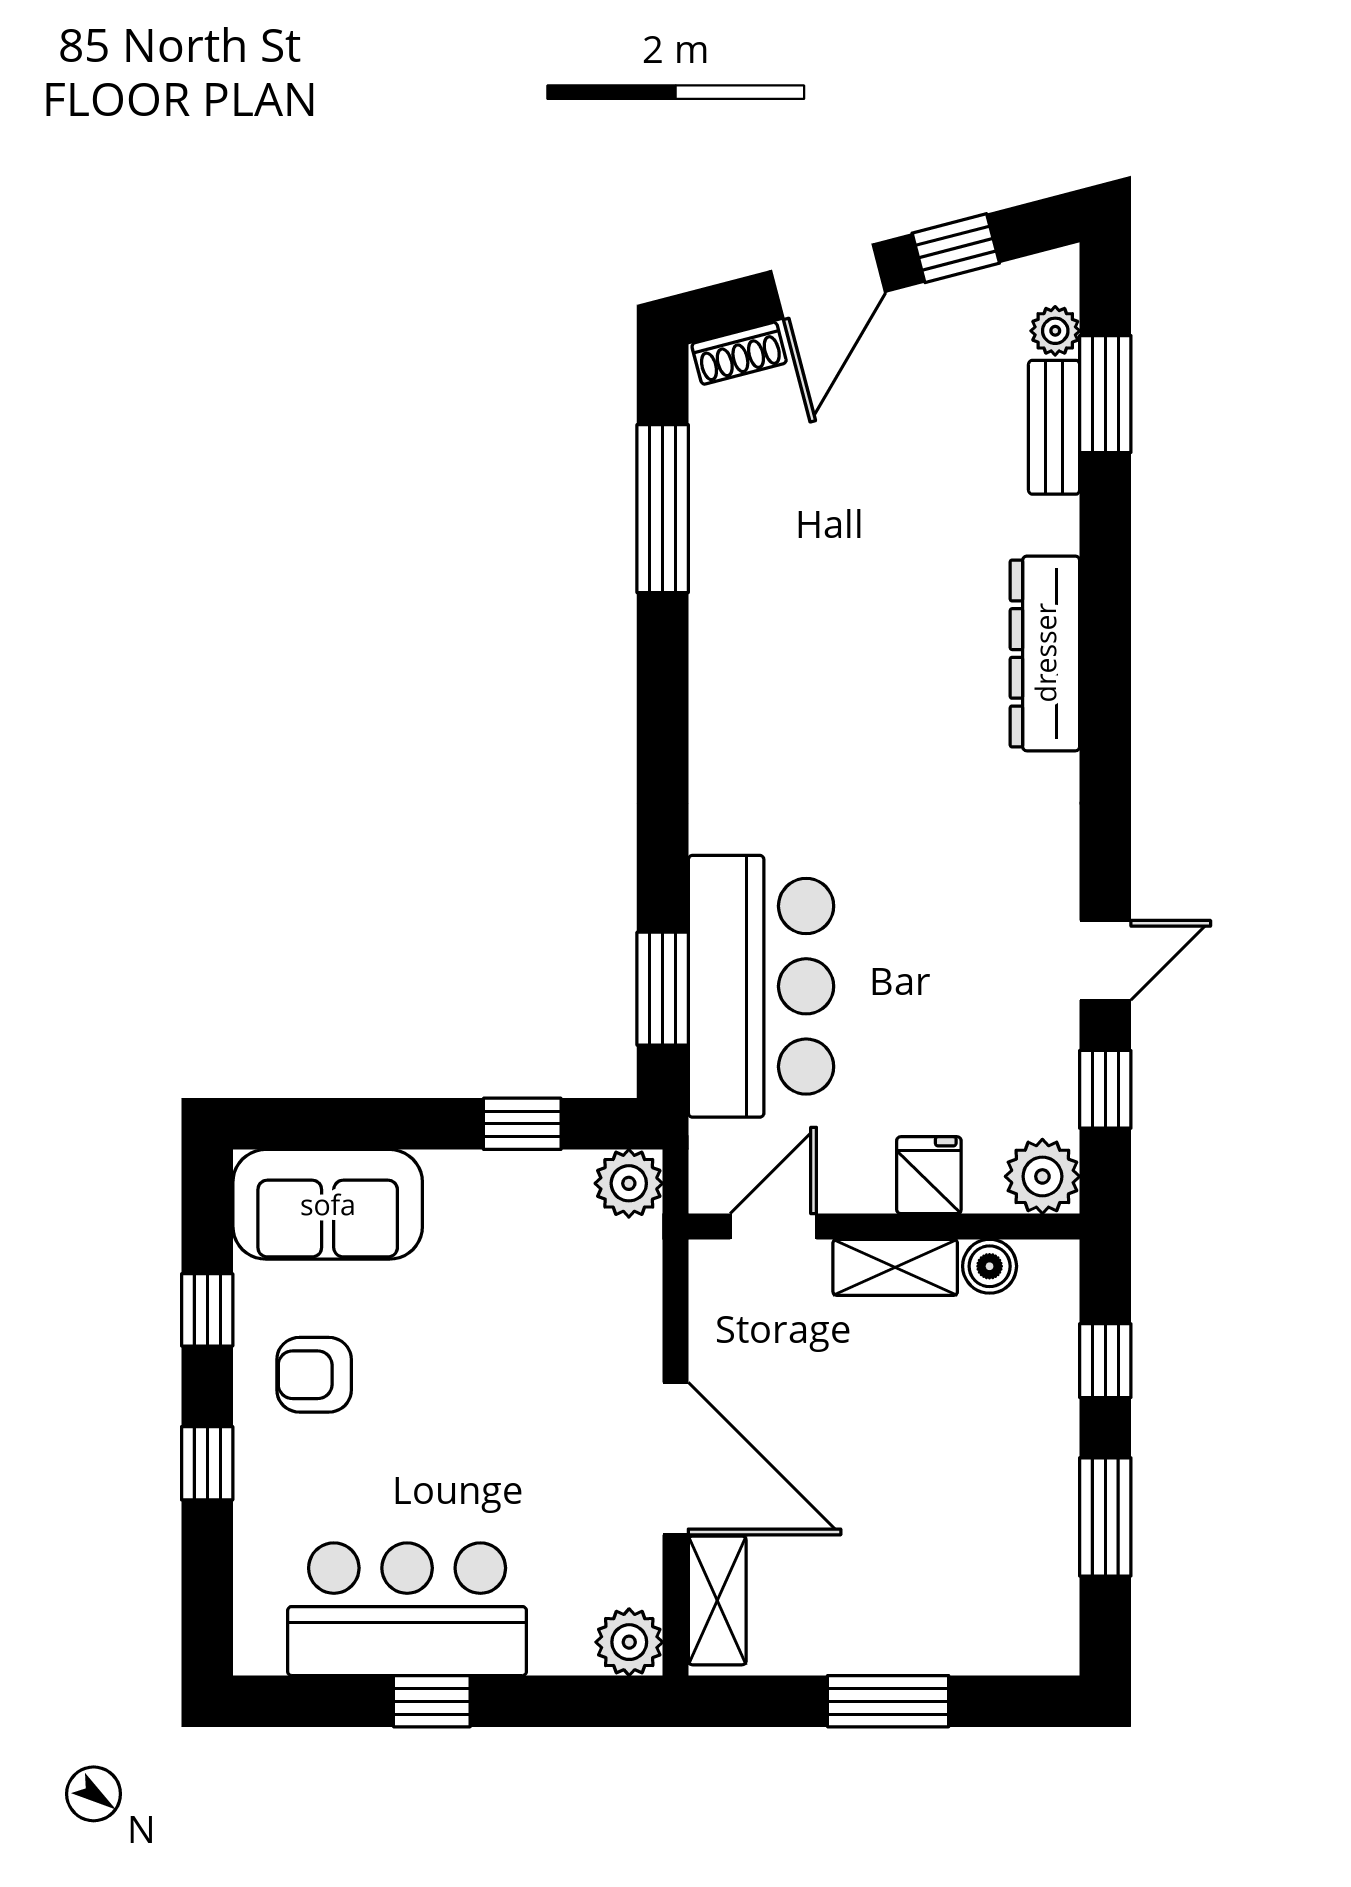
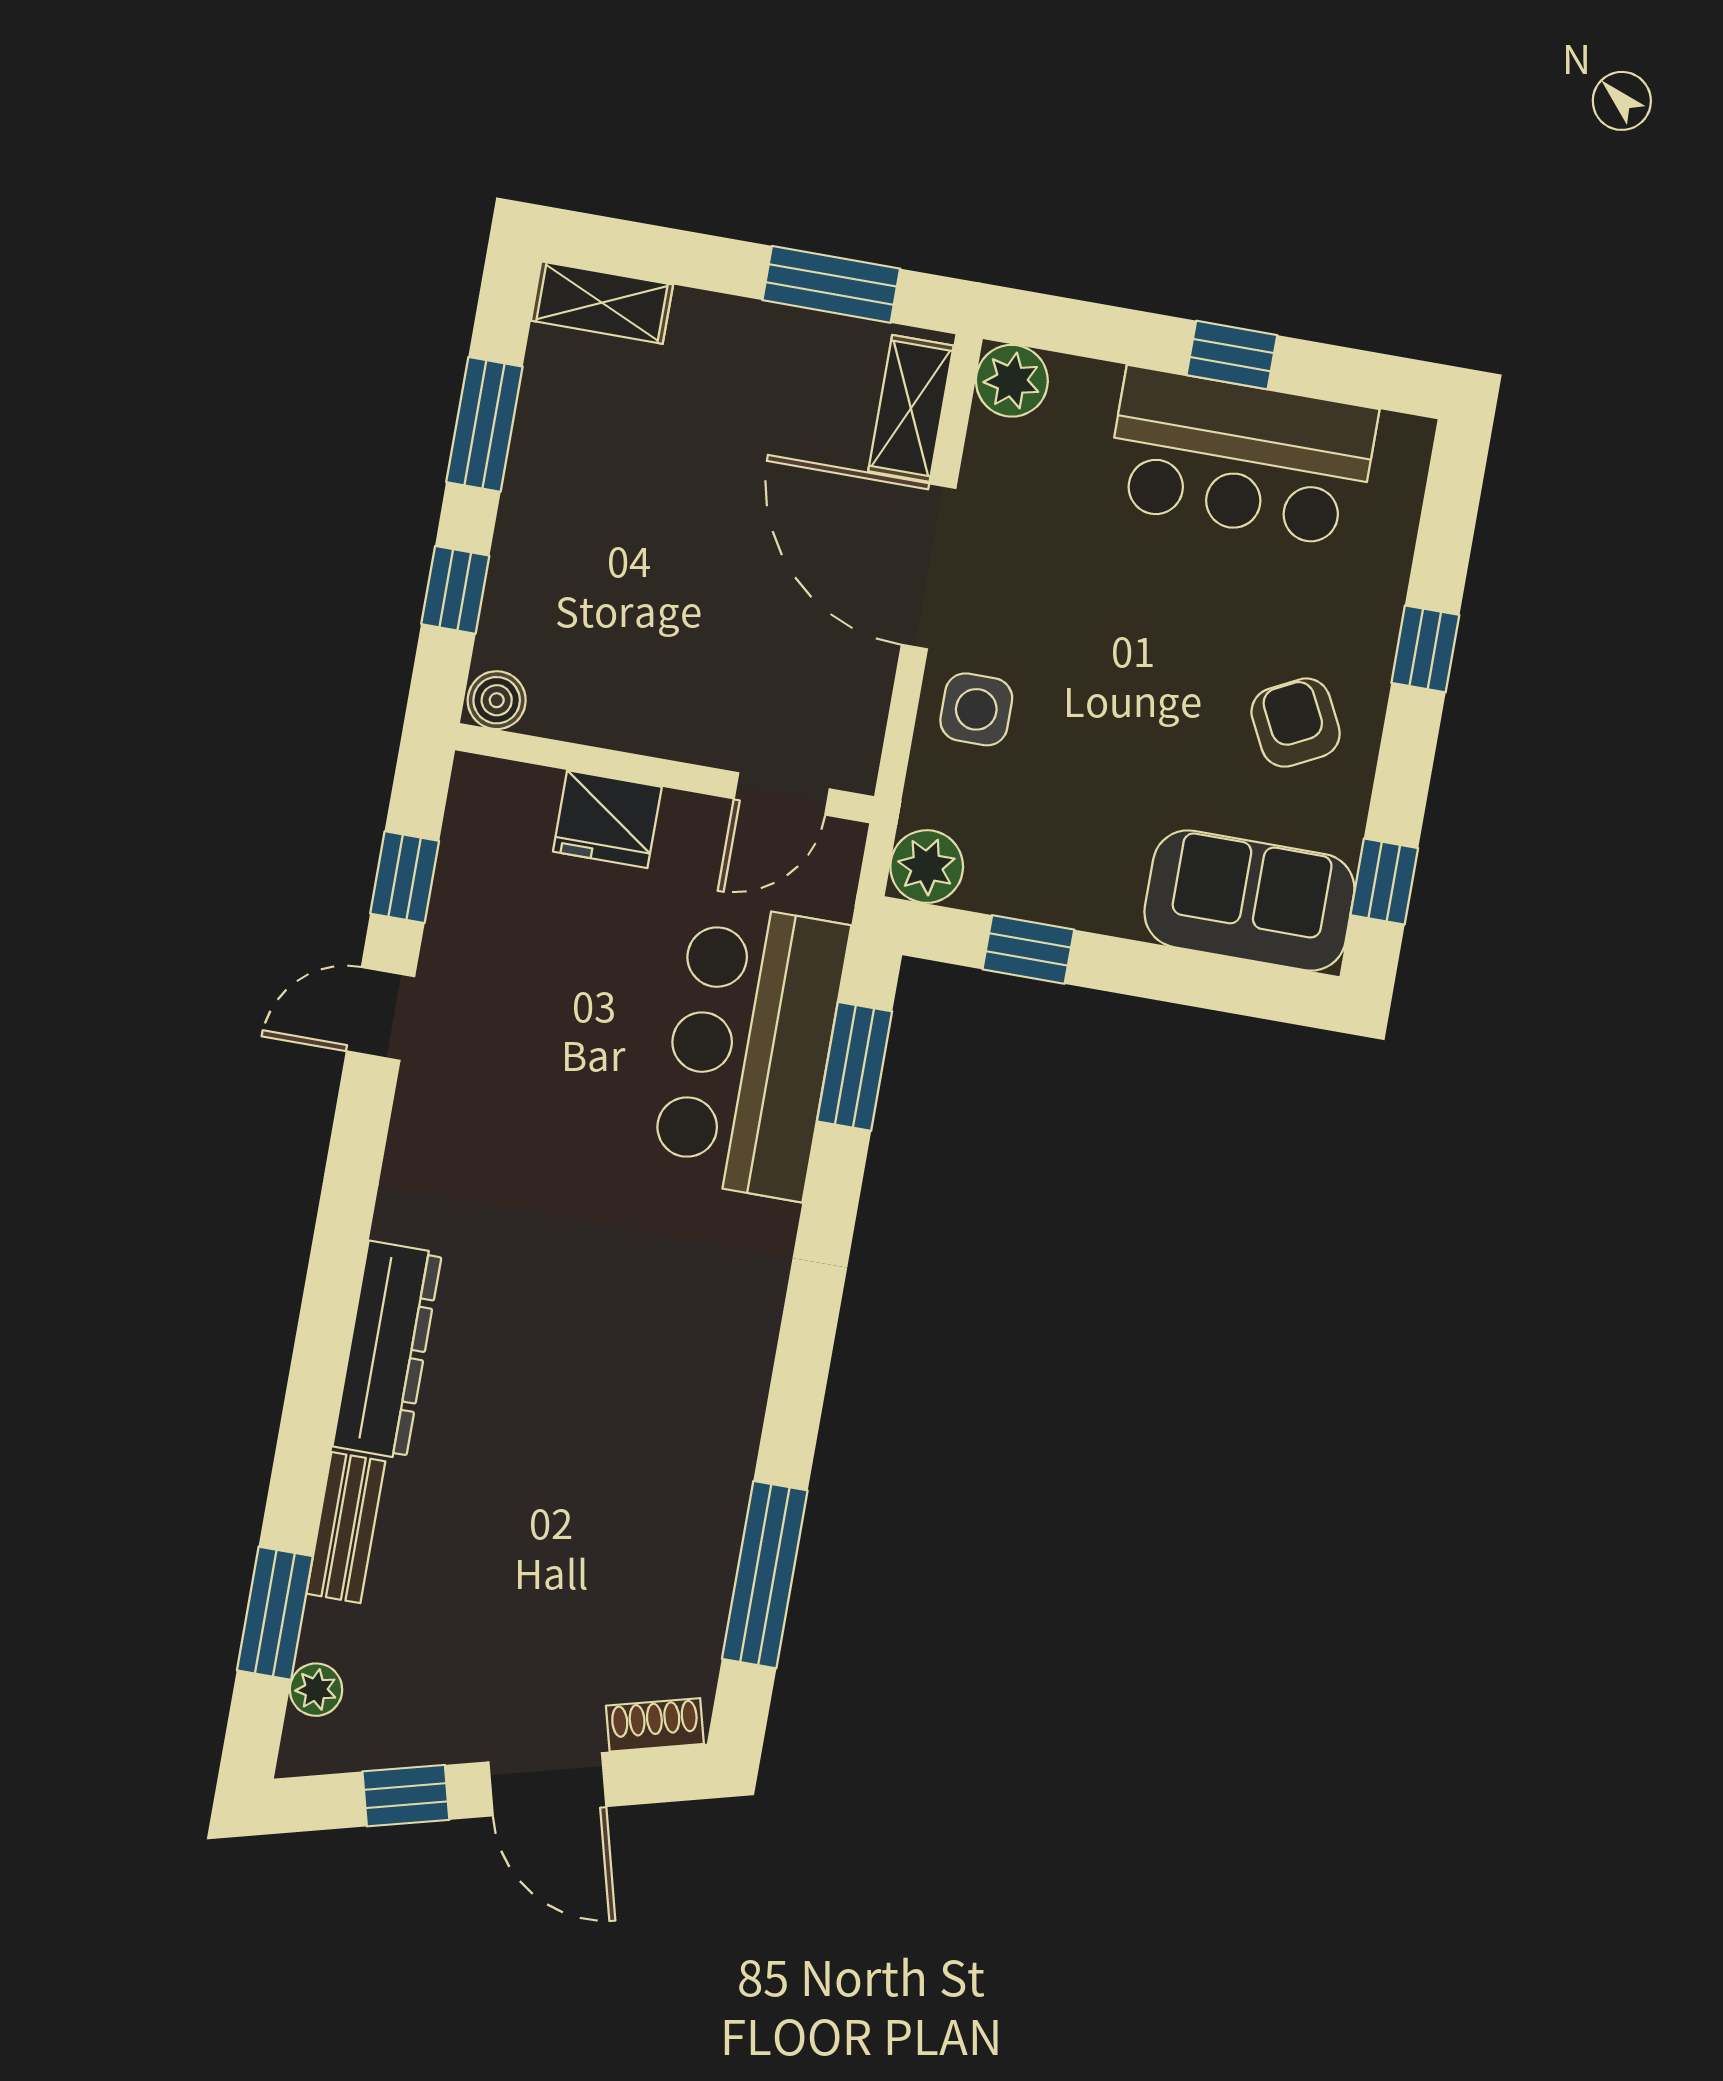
door: (828, 281) -> (547, 1784), swing flipped
bench: (1054, 427) -> (346, 1528), moved
fridge: (929, 1175) -> (607, 819), width x1.38
plant: (1042, 1176) -> (487, 797), removed
boiler: (990, 1266) -> (497, 700), moved
shelving: (895, 1267) -> (602, 303), moved
window: (207, 1310) -> (1384, 882), moved
side table: (609, 1335) -> (976, 709), added
armchair: (314, 1375) -> (1296, 723), turned -117
window: (888, 1701) -> (831, 284), moved

